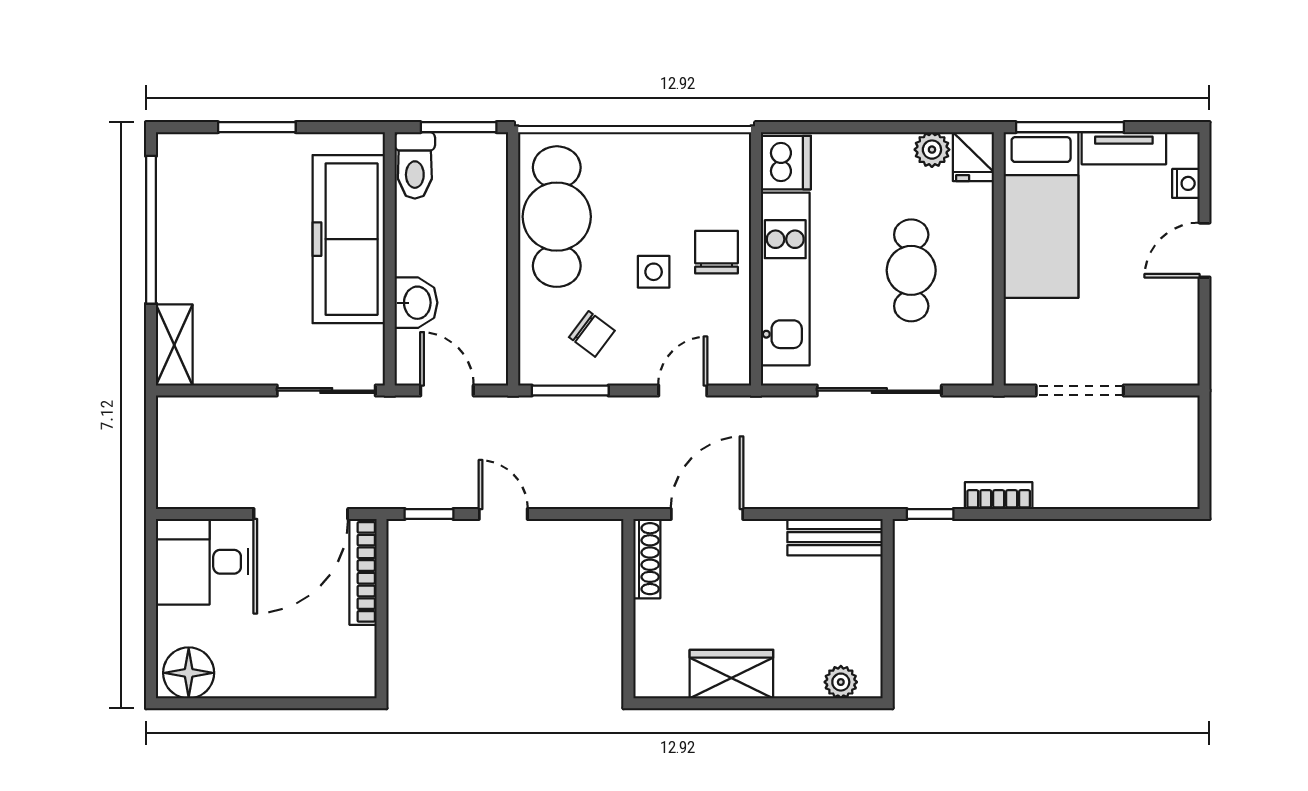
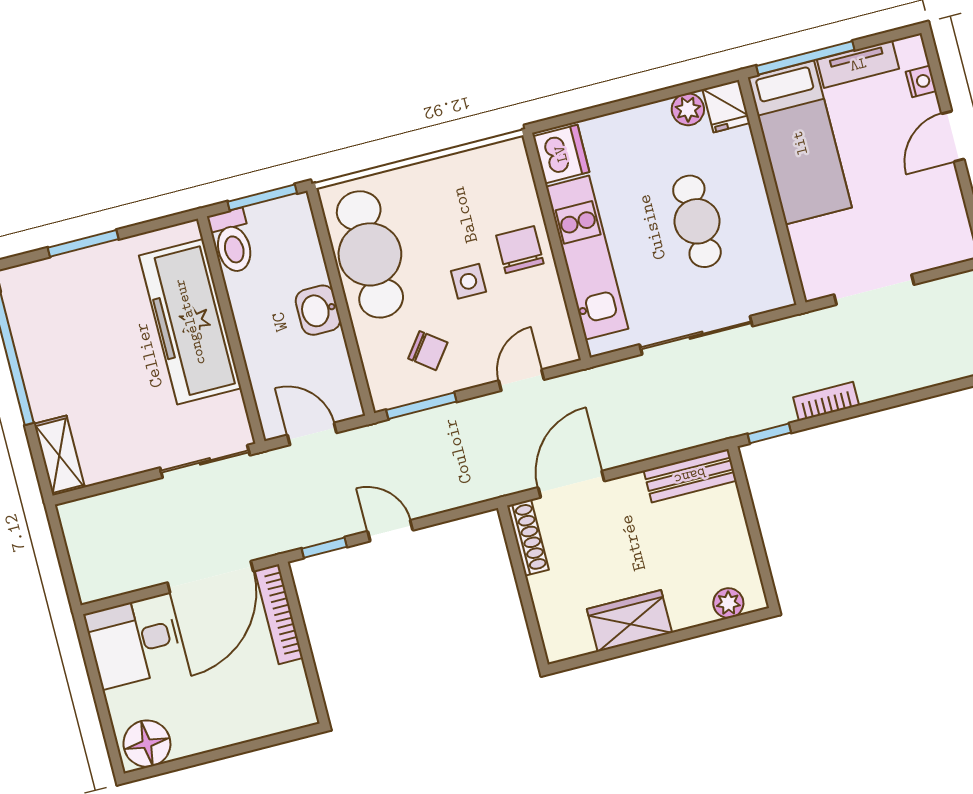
washbasin: (416, 303) -> (318, 310), moved, turned 180

